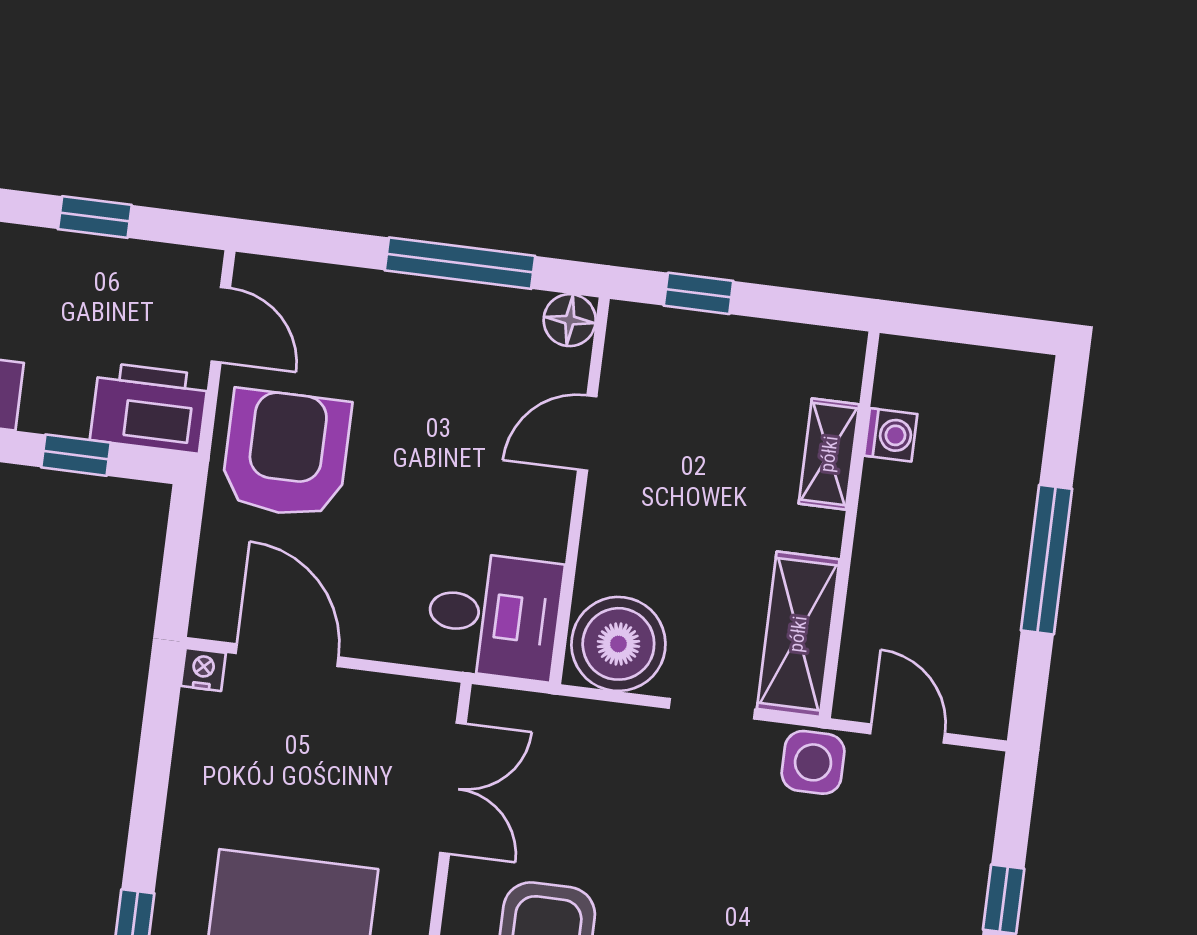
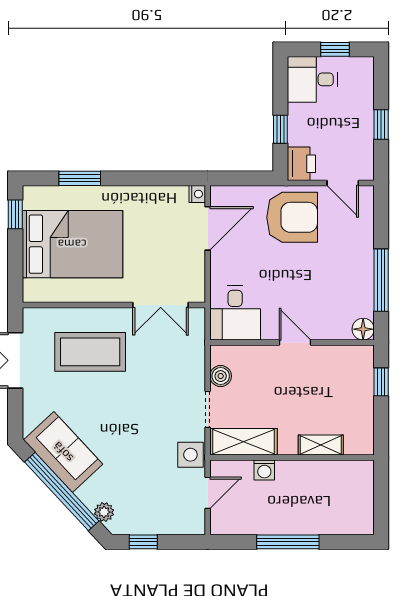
door: (221, 325) -> (343, 183), hinge flipped
printer: (149, 408) -> (301, 164), width x0.73, depth x0.84
door: (587, 433) -> (295, 343), moved
washing machine: (891, 435) -> (264, 470), moved
boiler: (618, 644) -> (221, 376), width x0.54, depth x0.54

